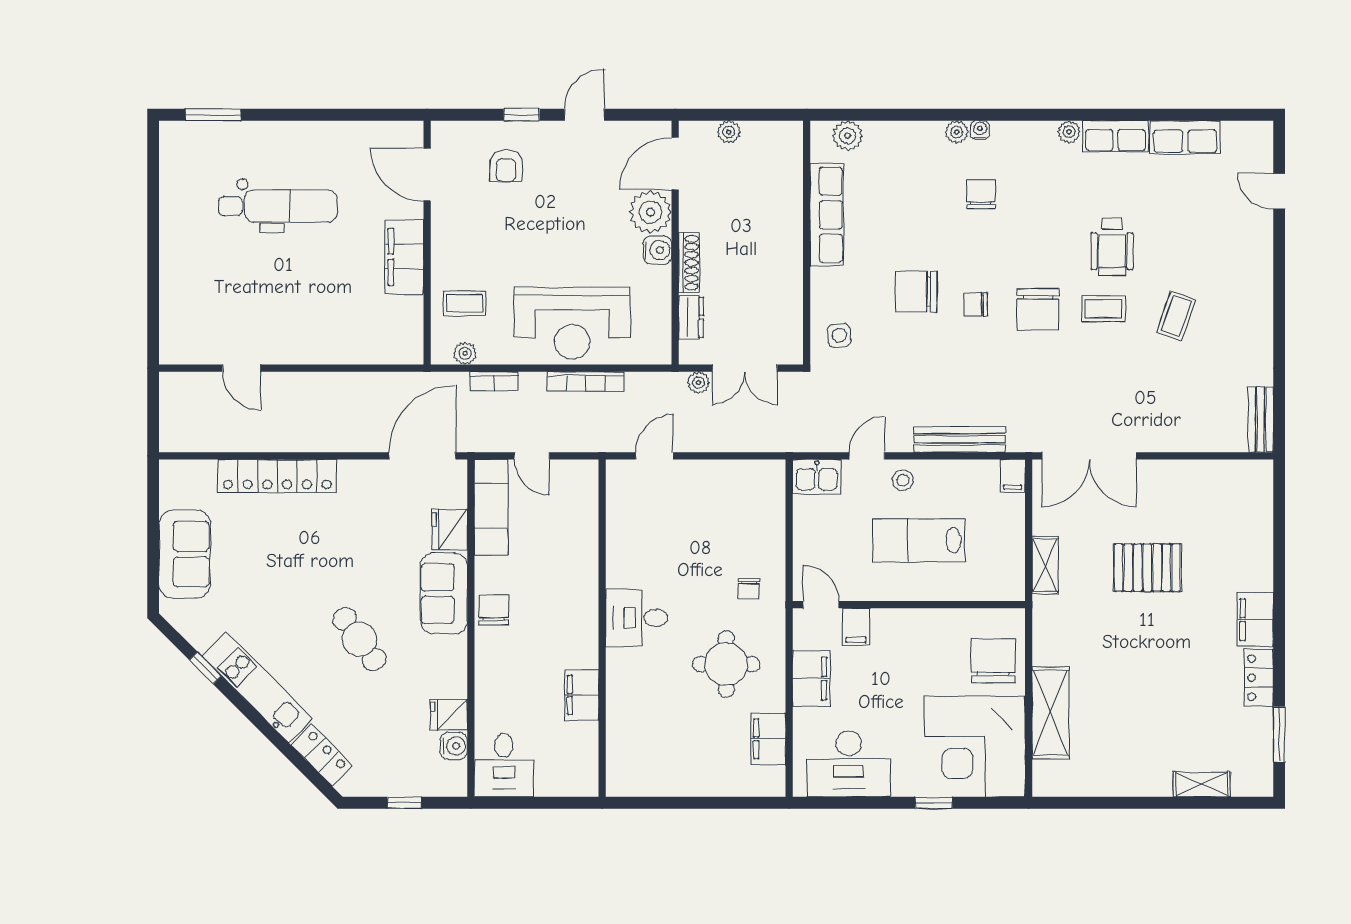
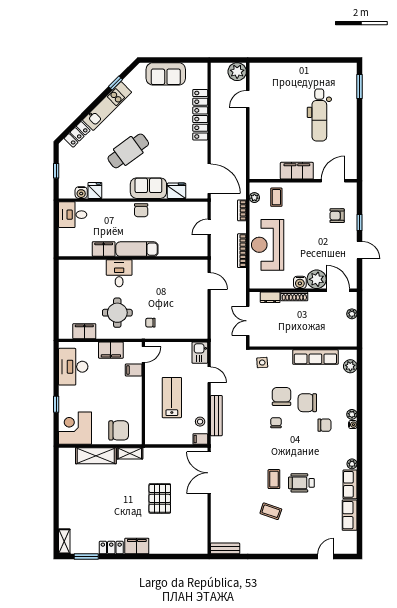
chair: (1038, 309) -> (307, 403), moved
plant: (698, 383) -> (237, 72), moved, width x1.88, depth x1.88
stool: (903, 480) -> (200, 422), moved
exam couch: (491, 507) -> (137, 249), moved, turned 180
shelving: (1045, 565) -> (130, 453), moved
chair: (494, 610) -> (141, 210), turned 90
desk: (637, 618) -> (119, 273), moved
cafe table: (359, 639) -> (128, 151), width x1.37, depth x1.35
corner desk: (975, 746) -> (75, 428), width x0.74, depth x0.74
shelving: (1202, 784) -> (64, 541), moved

